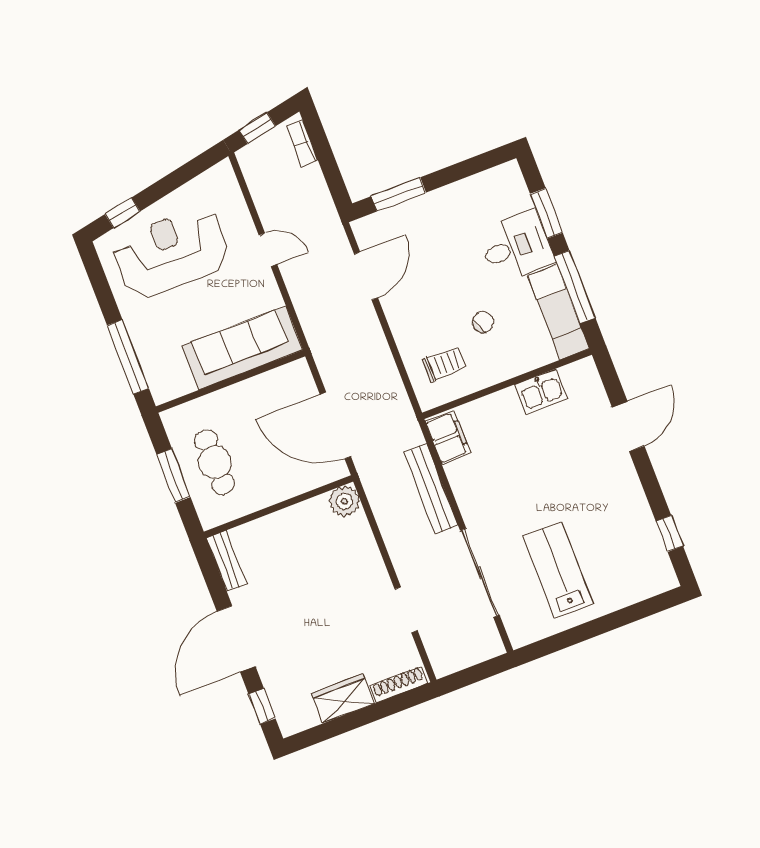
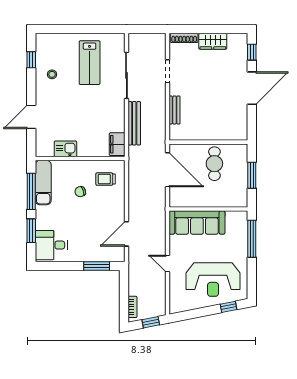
desk: (516, 247) -> (51, 245), moved
cafe table: (215, 462) -> (214, 164), moved
plant: (345, 501) -> (177, 133), removed
stool: (620, 521) -> (52, 74), added
bench: (227, 561) -> (174, 110), moved

